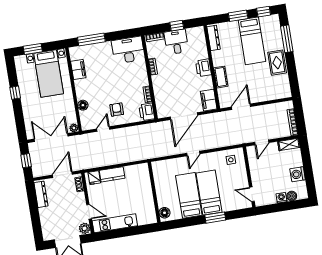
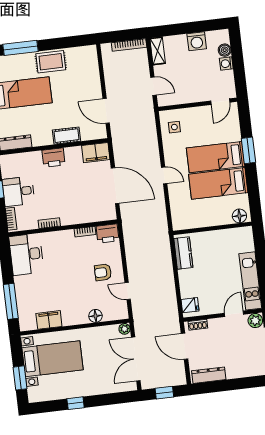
kitchen counter: (112, 174) -> (183, 253), moved

